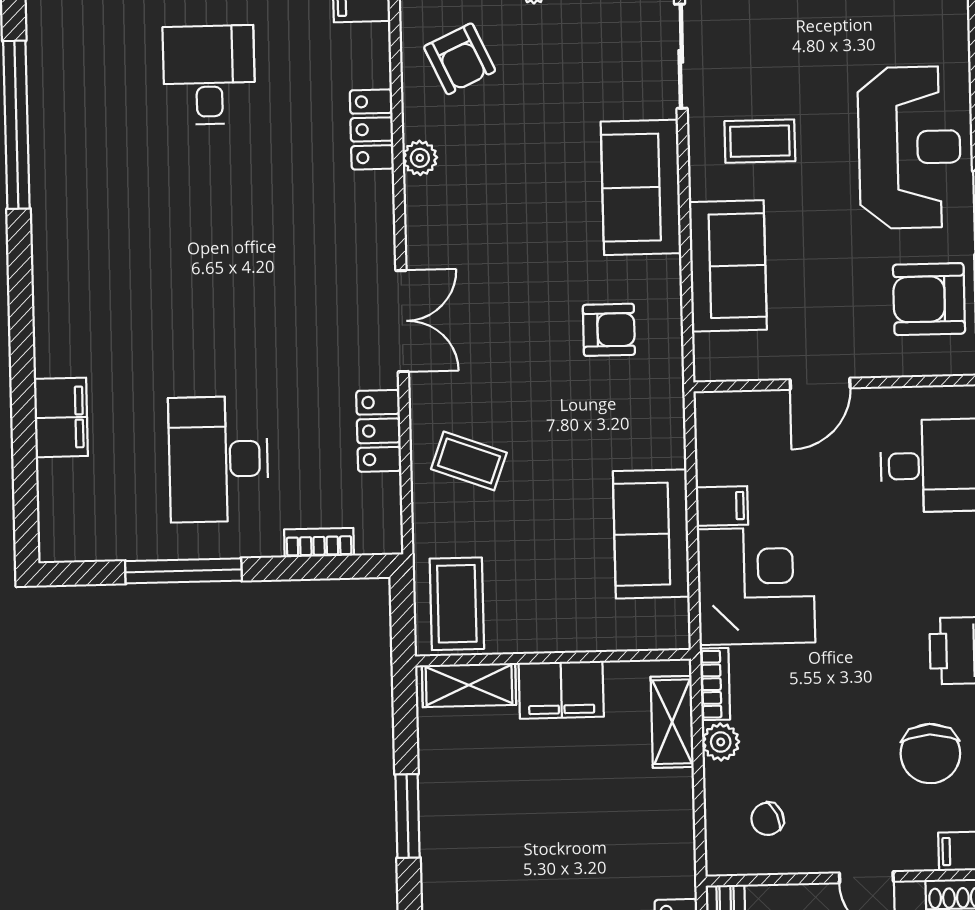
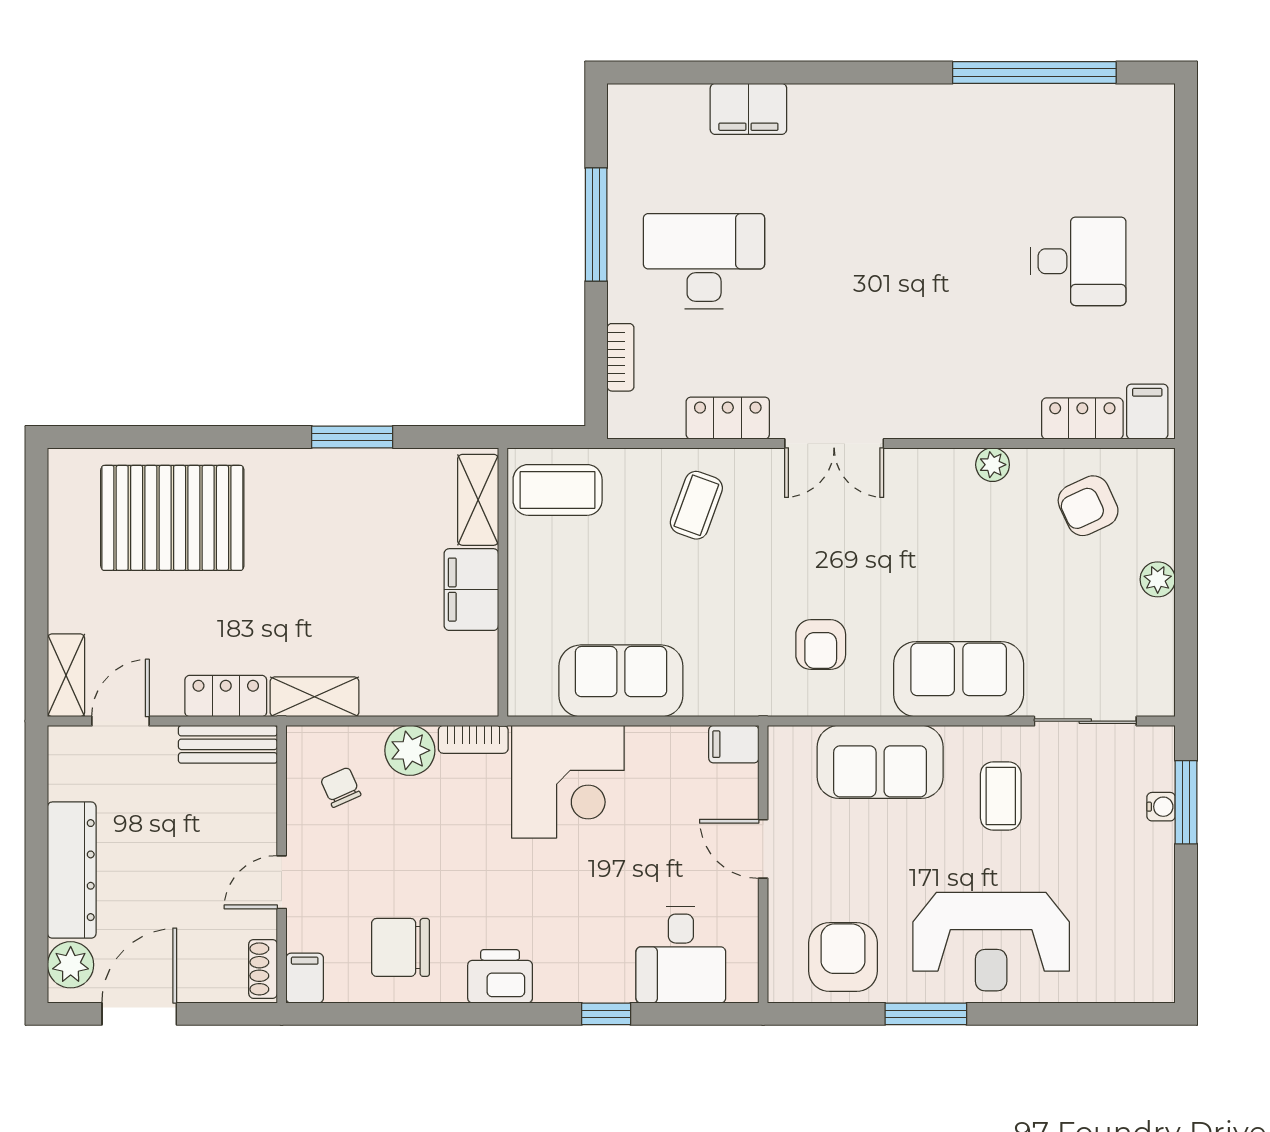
locker: (372, 129) -> (1082, 419), moved
filing cabinet: (722, 506) -> (734, 744), moved, turned 90
shelving: (672, 722) -> (314, 697), moved
plant: (721, 742) -> (410, 750), width x1.38, depth x1.38

